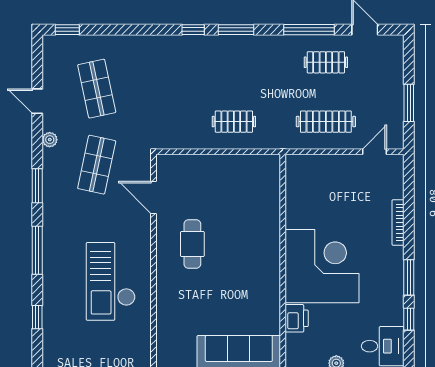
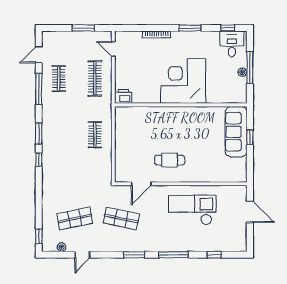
plant: (50, 140) -> (62, 247), moved
checkout: (111, 281) -> (192, 210), turned 180
printer: (297, 318) -> (123, 96), moved
window: (409, 319) -> (228, 28), moved

